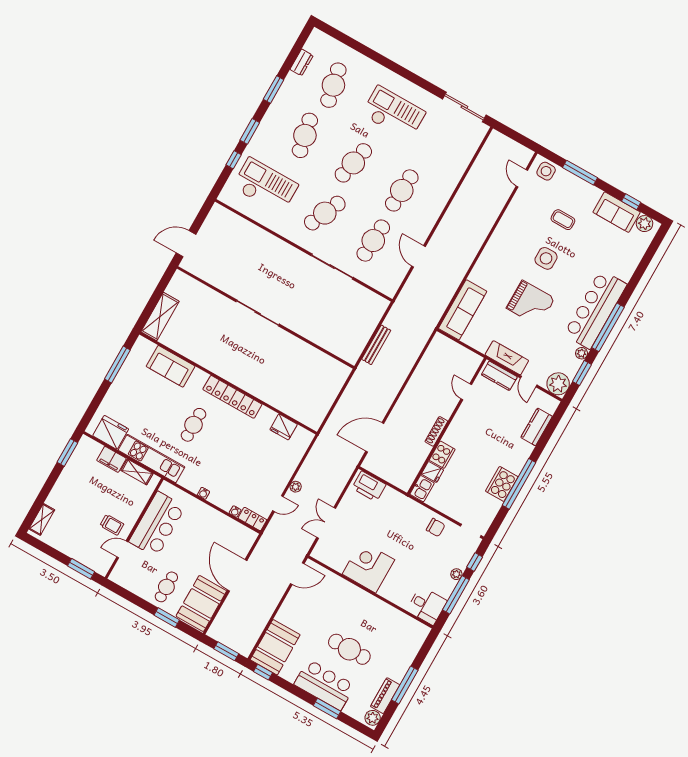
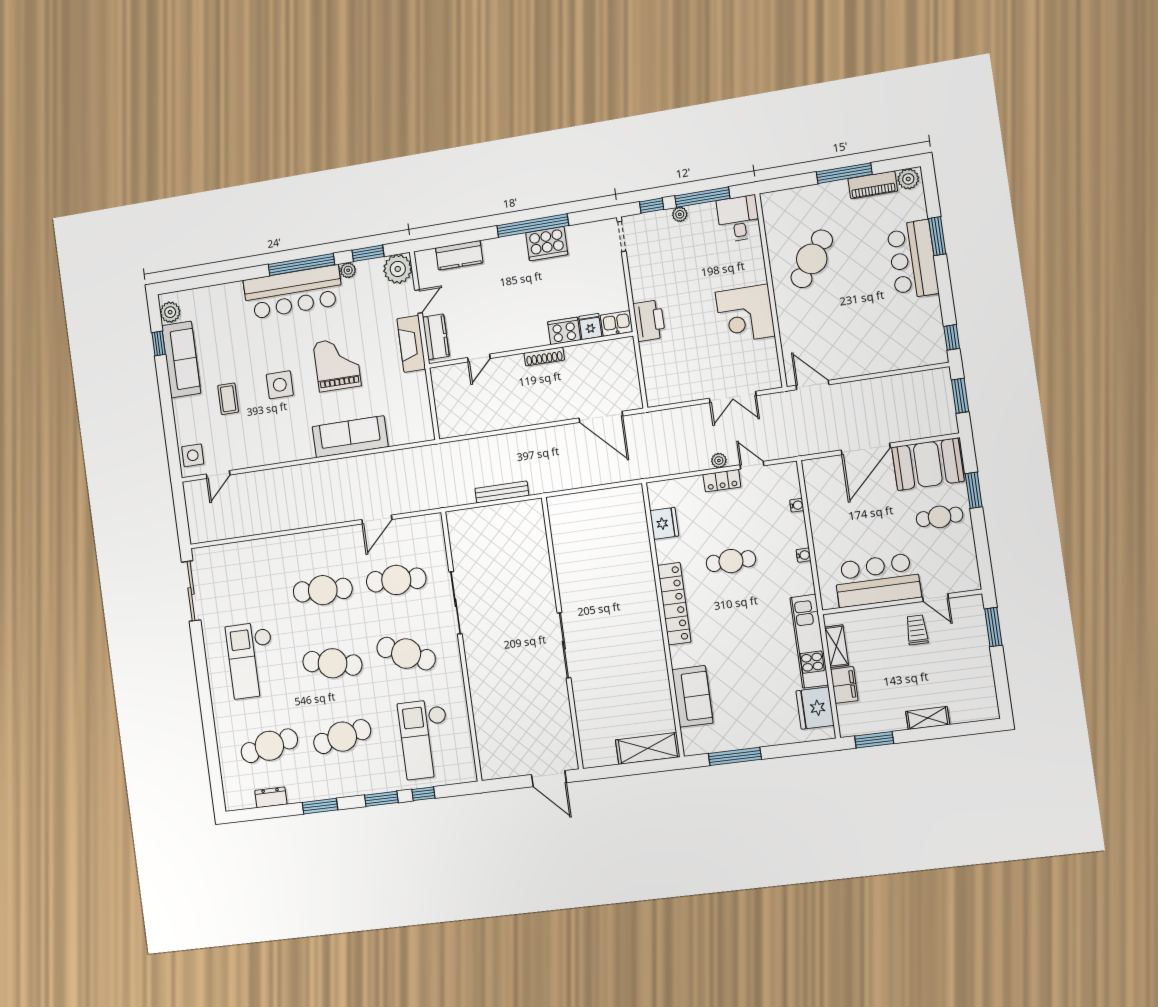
window: (580, 173) -> (169, 419), removed
sofa: (617, 212) -> (181, 360), width x1.36
sofa: (463, 310) -> (350, 437), moved
cafe table: (194, 425) -> (731, 561), moved
printer: (369, 486) -> (649, 321), moved
shelving: (42, 519) -> (928, 718), moved
locker: (252, 519) -> (722, 481), moved, turned -90
chair: (436, 527) -> (647, 276), removed
booth: (275, 647) -> (913, 346), removed
cafe table: (349, 649) -> (812, 259), moved, turned 36

